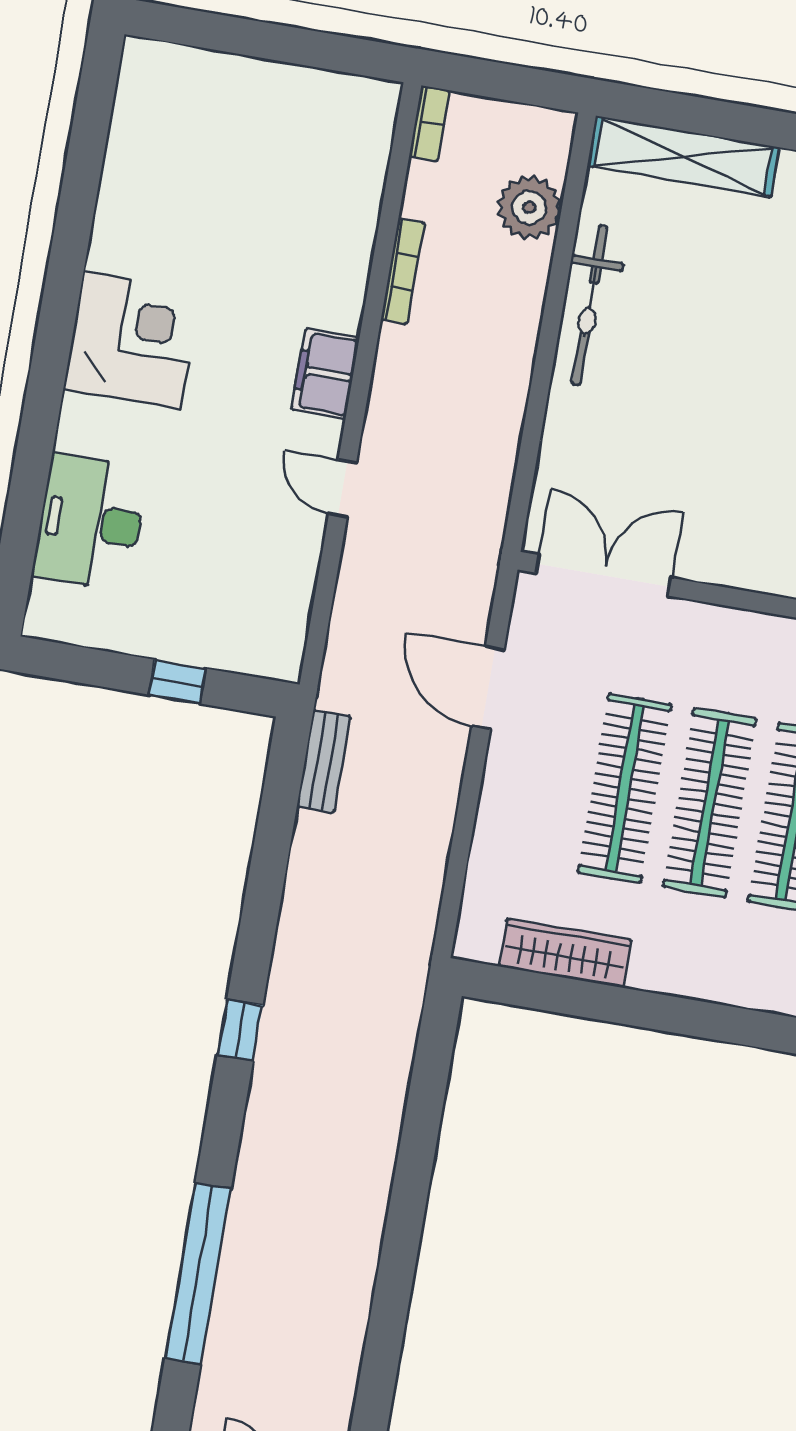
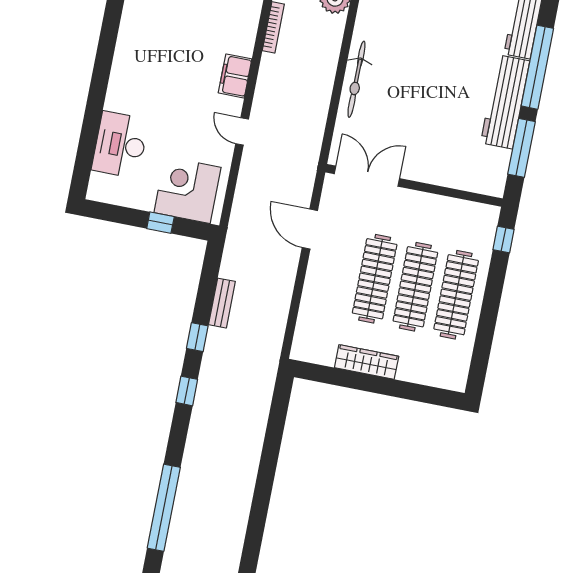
bicycle: (590, 305) -> (356, 79), moved
corner desk: (132, 340) -> (188, 190), moved, turned -90
bench: (323, 761) -> (222, 303), moved
window: (259, 918) -> (197, 337), added
wardrobe: (565, 953) -> (367, 362), moved

